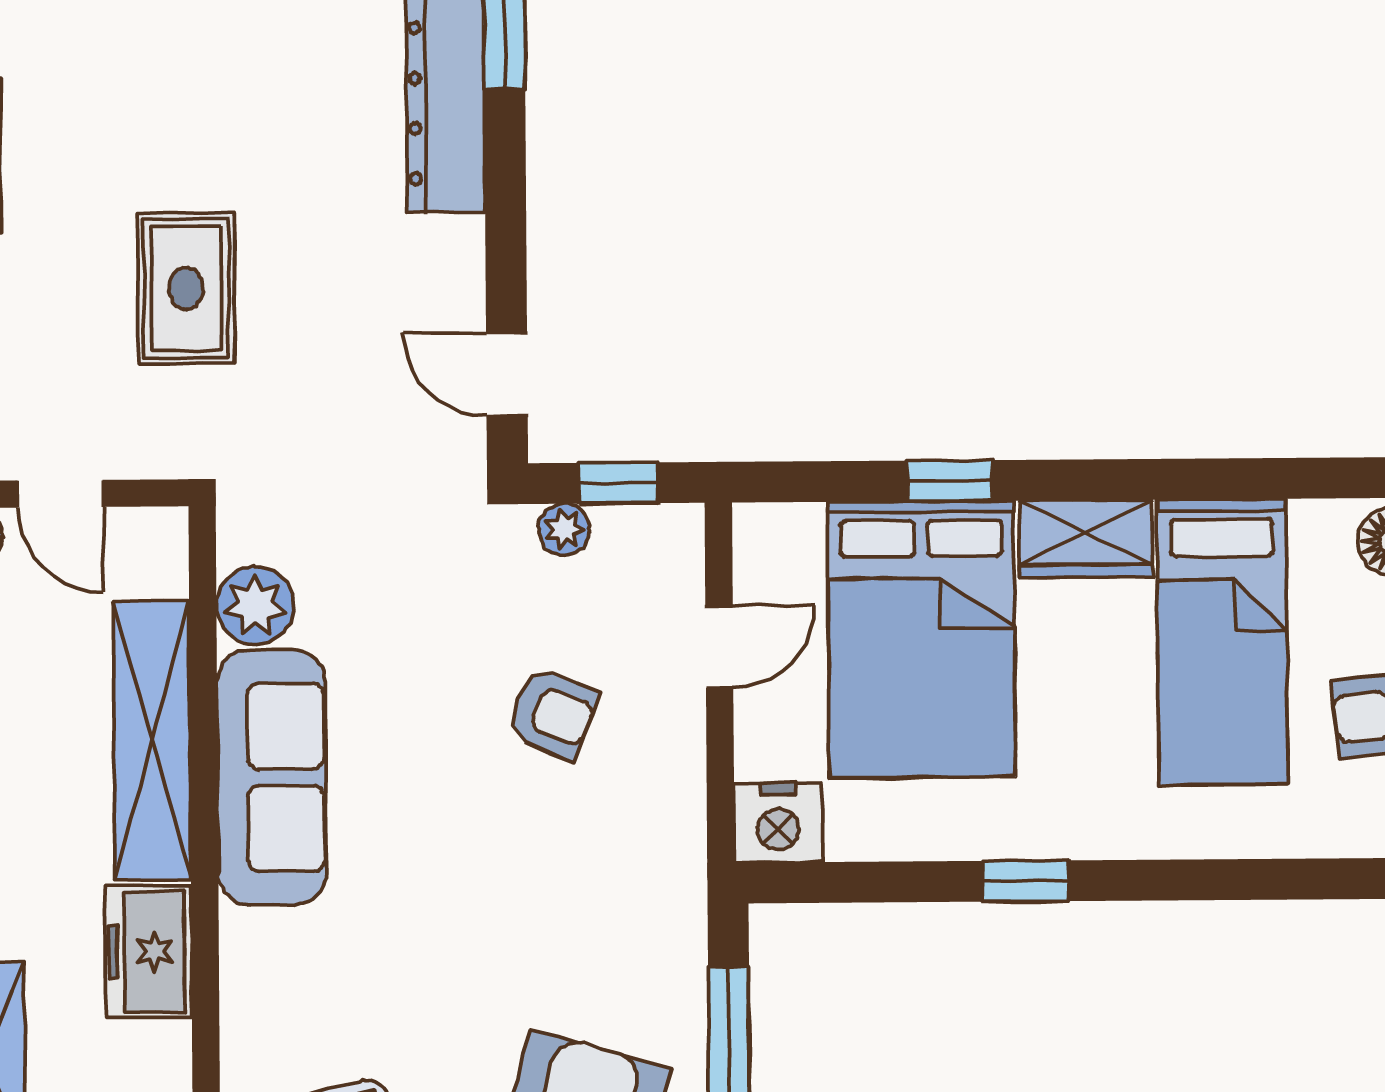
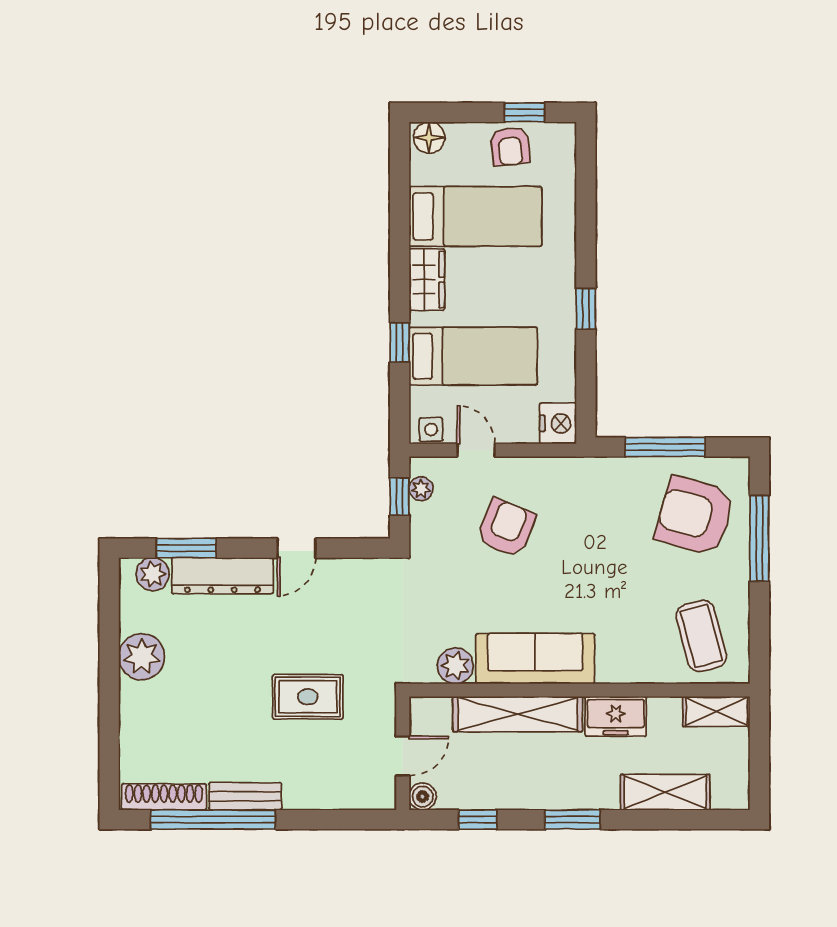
door: (507, 374) -> (296, 548), moved
plant: (564, 529) -> (421, 489), moved
side table: (763, 550) -> (431, 430), added
bed: (922, 639) -> (473, 356), width x0.67
armchair: (552, 713) -> (506, 528), width x1.38, depth x1.38

